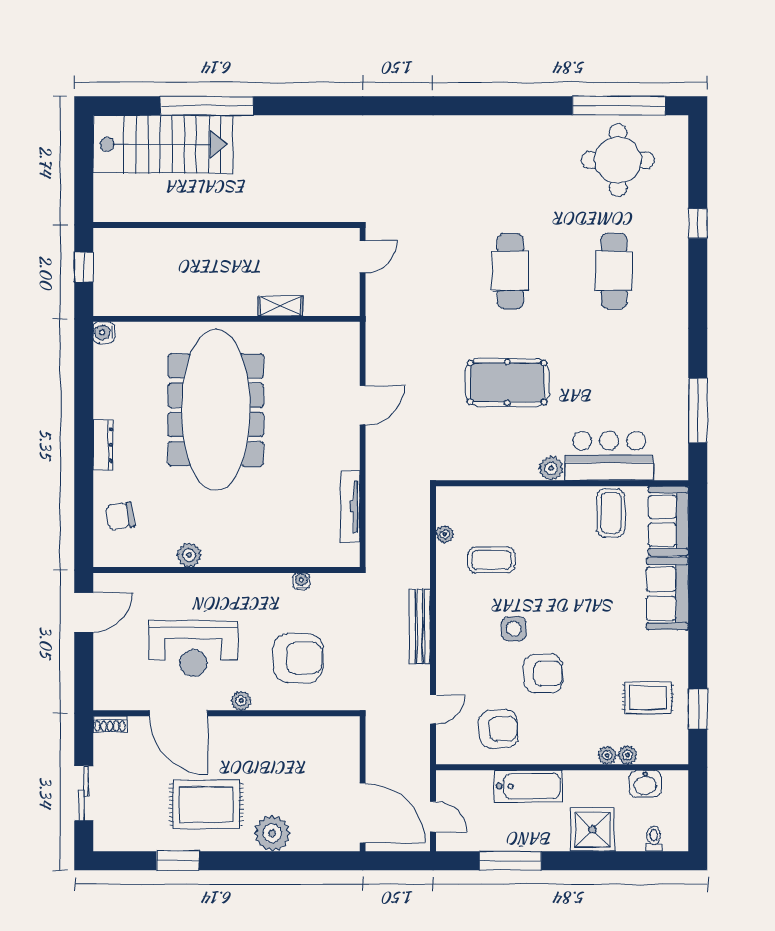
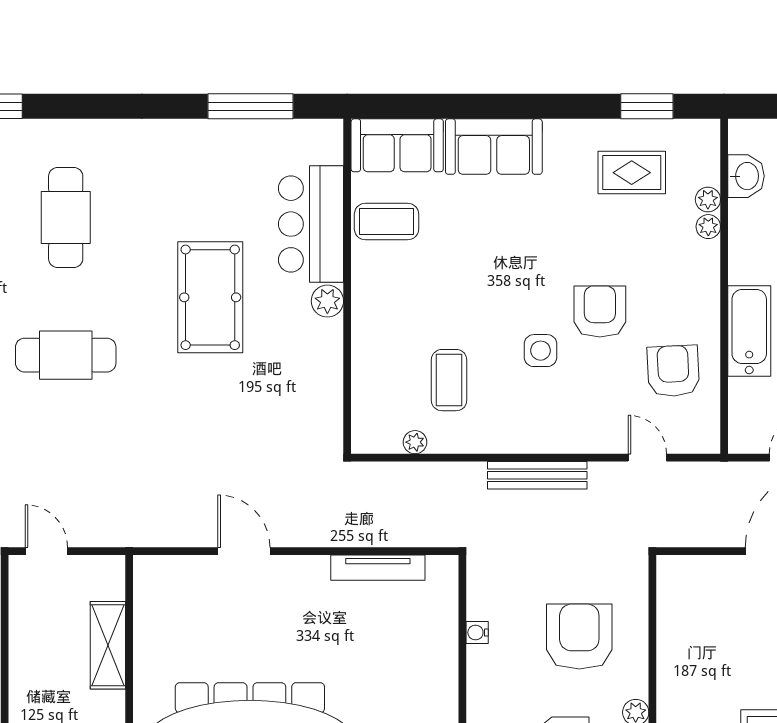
cafe table: (614, 271) -> (66, 217), turned 90
shelving: (281, 306) -> (108, 645), width x1.50, depth x1.33
pool table: (507, 382) -> (210, 297), moved
rug: (648, 698) -> (632, 173), turned 90

